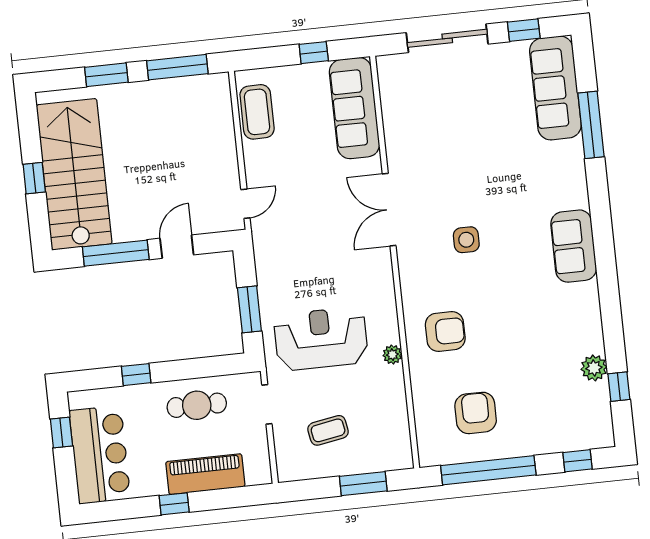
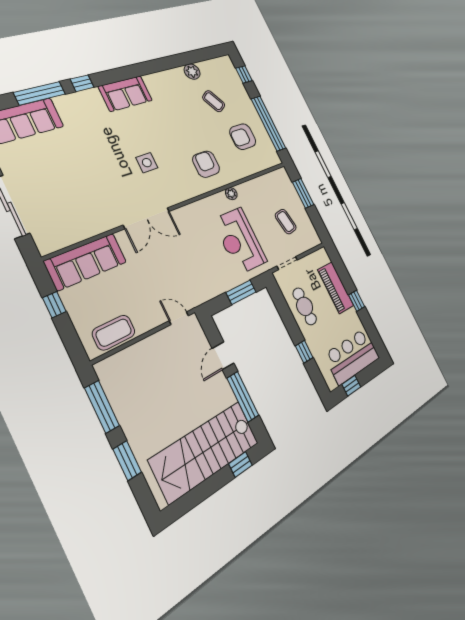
window: (34, 178) -> (240, 464), moved
door: (177, 247) -> (223, 356), hinge flipped
coffee table: (541, 386) -> (214, 101), added
window: (619, 387) -> (82, 83), moved

